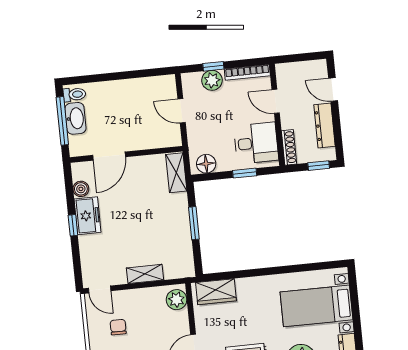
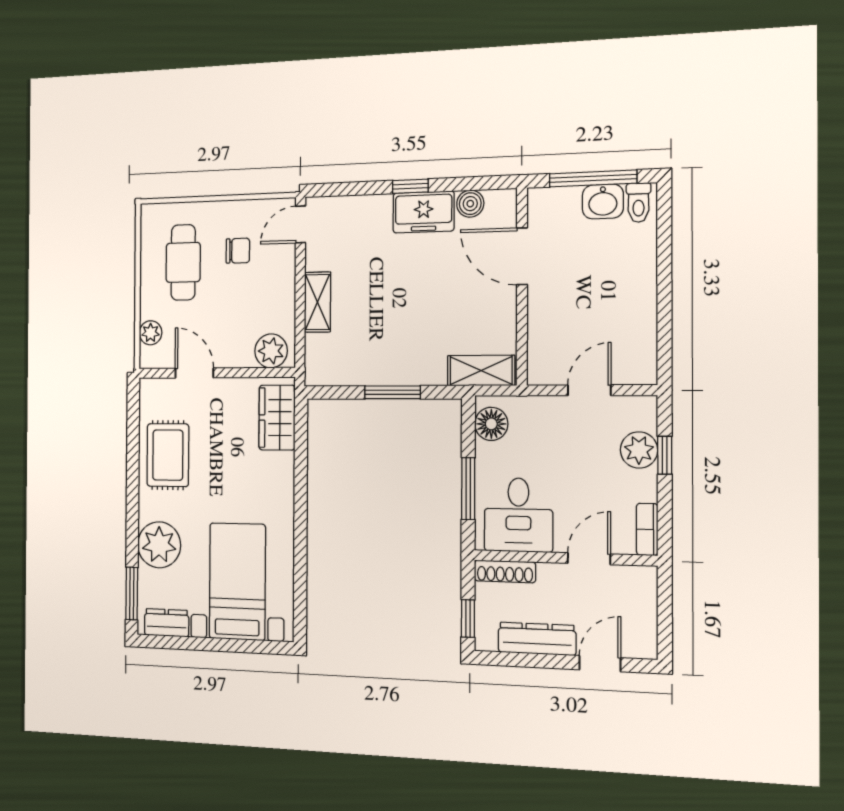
bookcase: (247, 72) -> (647, 529), width x0.64
washbasin: (75, 118) -> (603, 201), width x0.72
window: (245, 173) -> (468, 489), width x1.50

